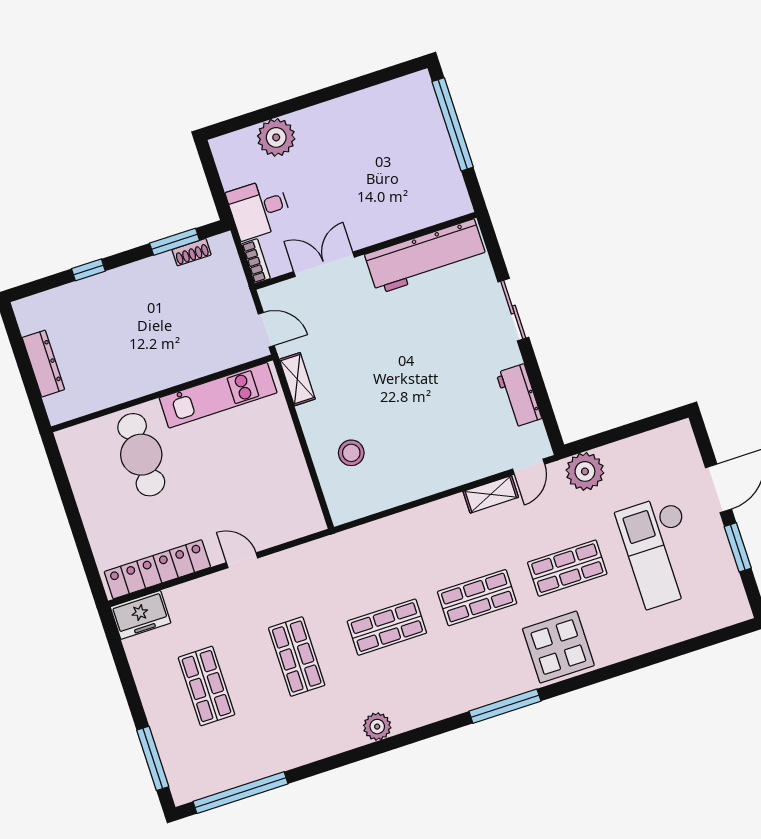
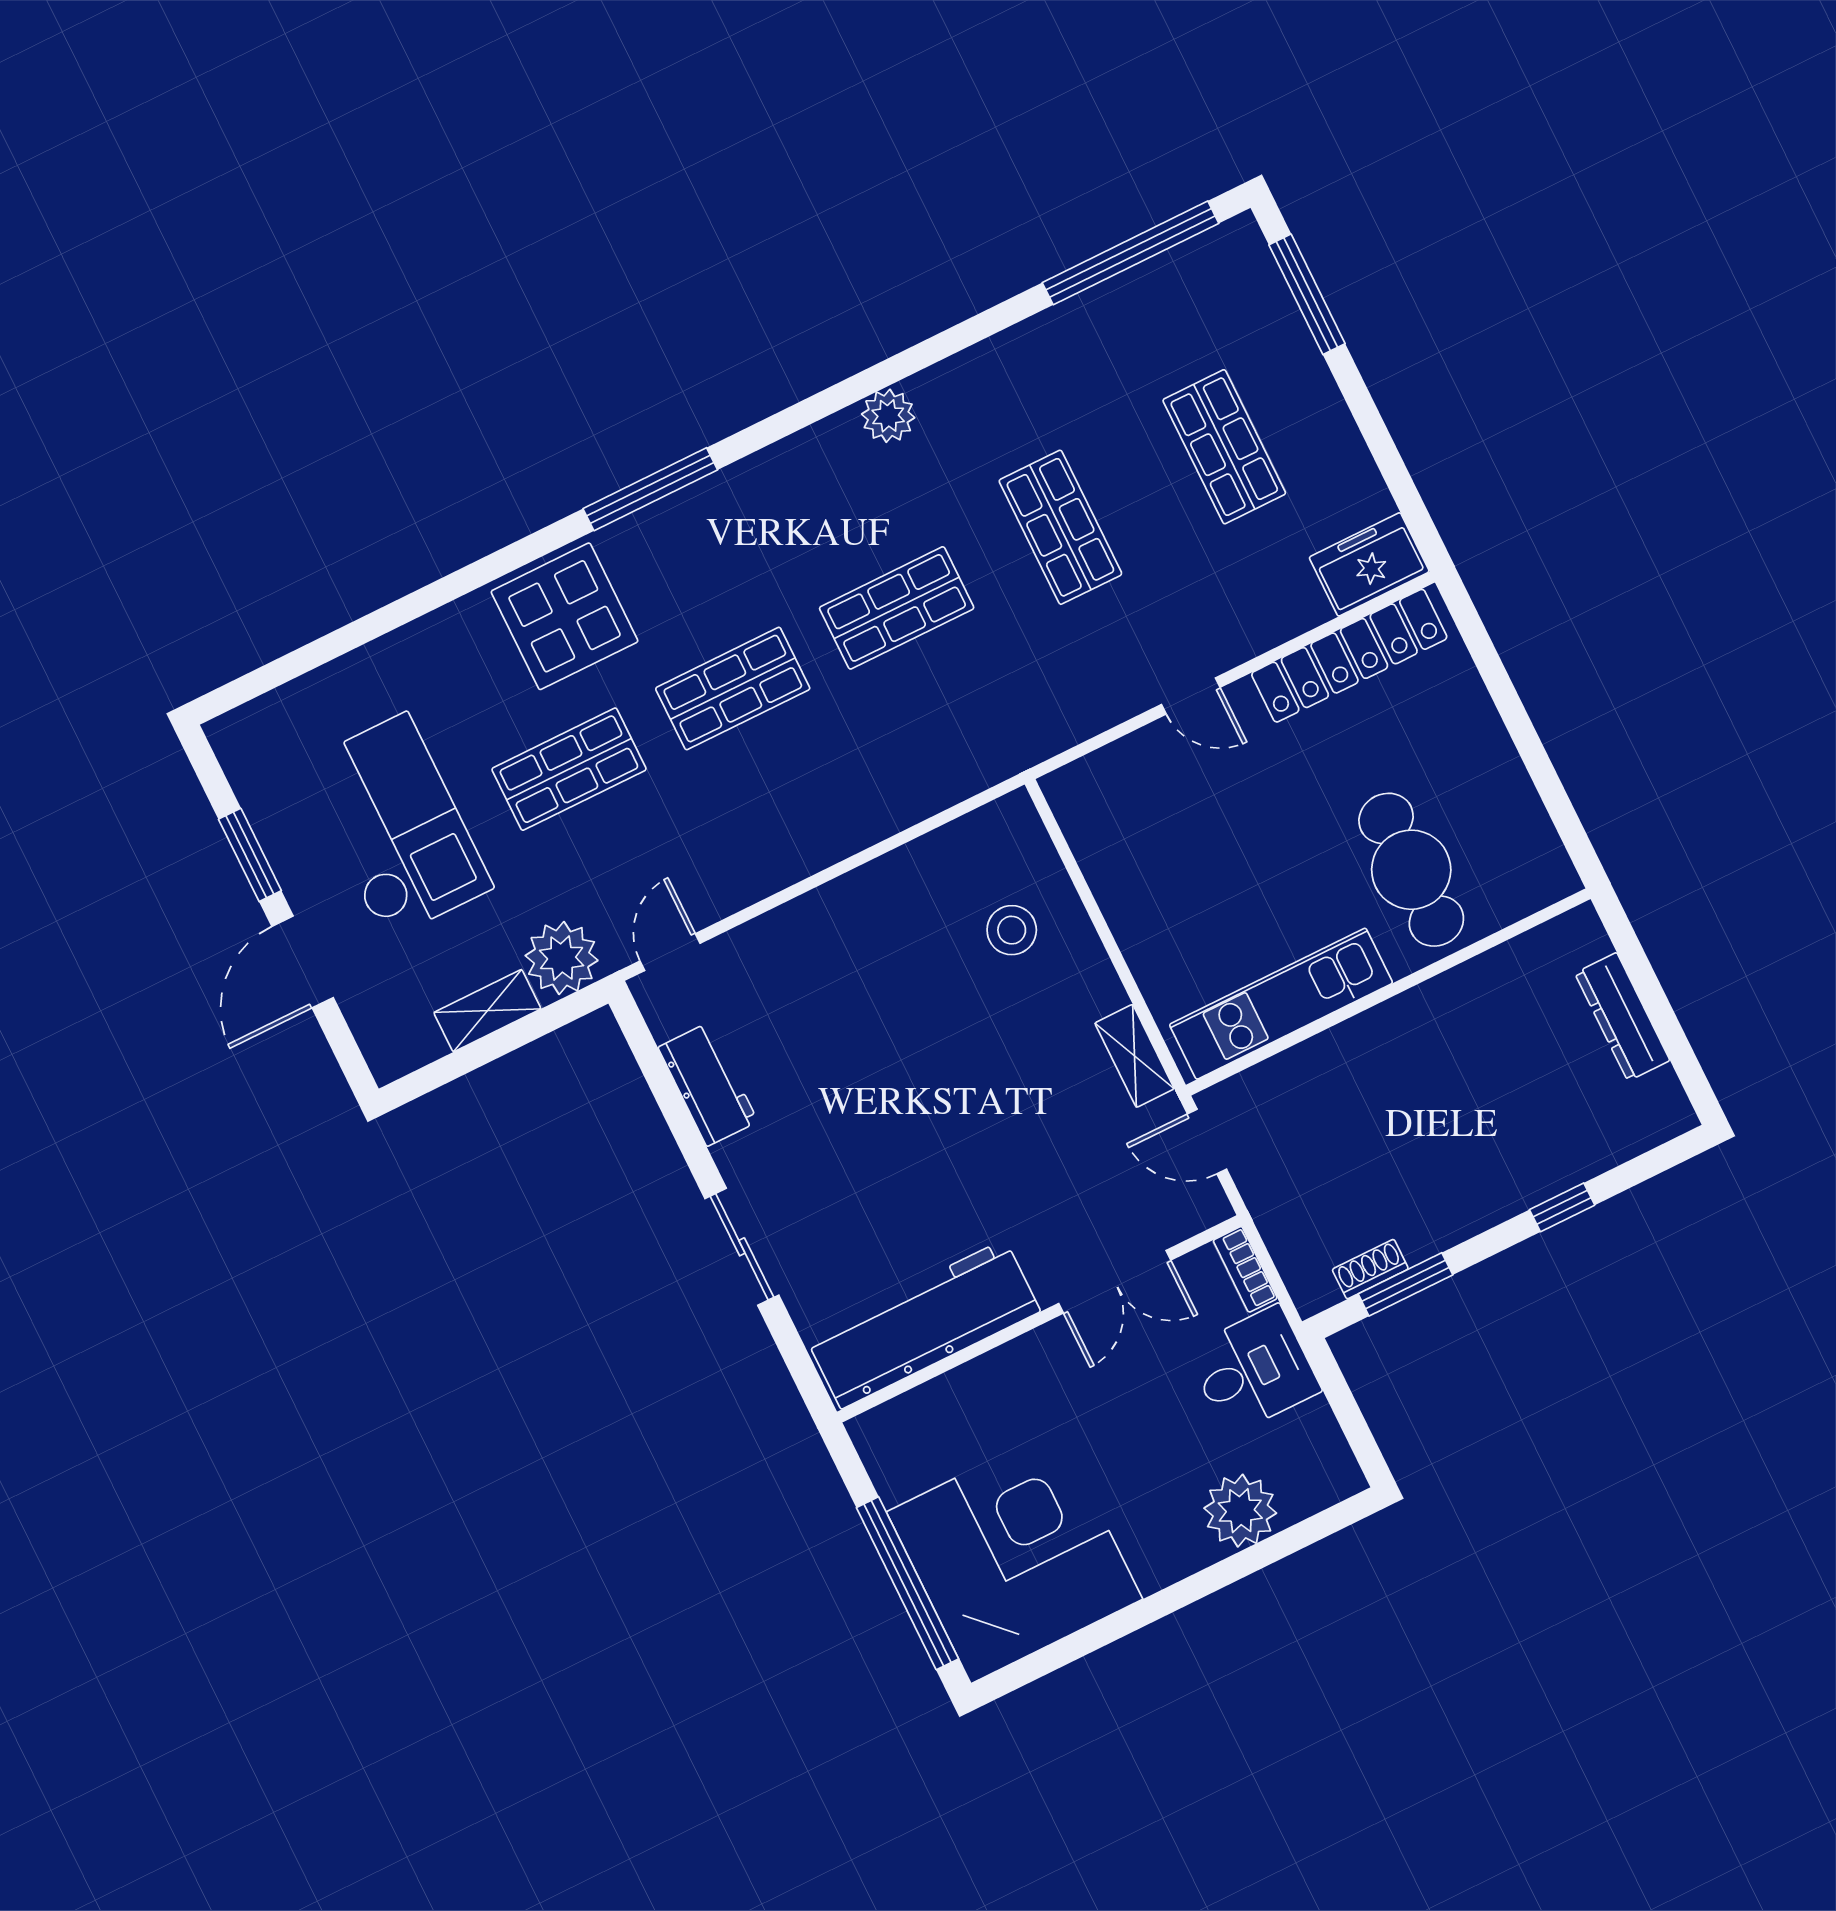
corner desk: (396, 131) -> (1015, 1556), added
shelving: (491, 494) -> (487, 1011), moved

